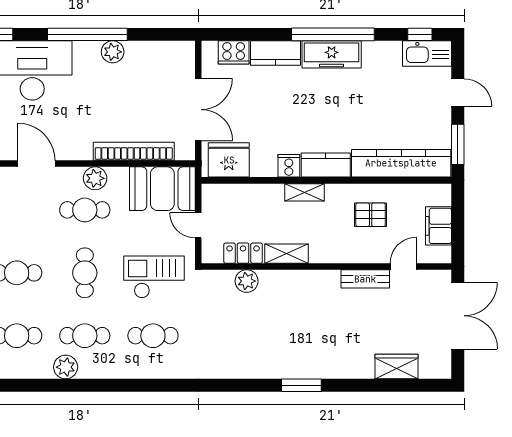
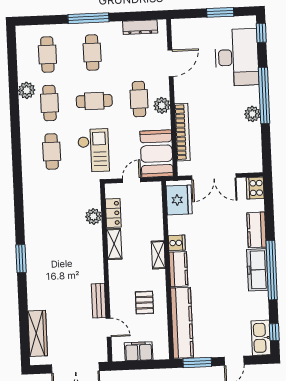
cooker: (234, 52) -> (255, 188), moved
wardrobe: (397, 367) -> (38, 333), width x1.50

